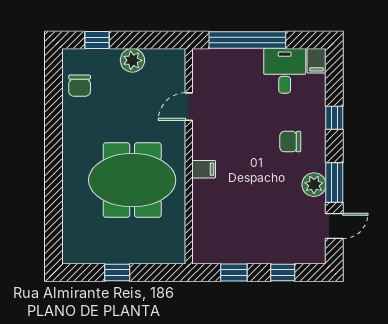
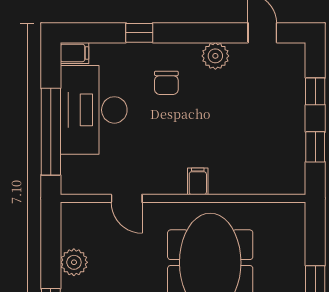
desk: (285, 71) -> (94, 110), width x1.87, depth x1.30
window: (334, 182) -> (213, 33), removed

